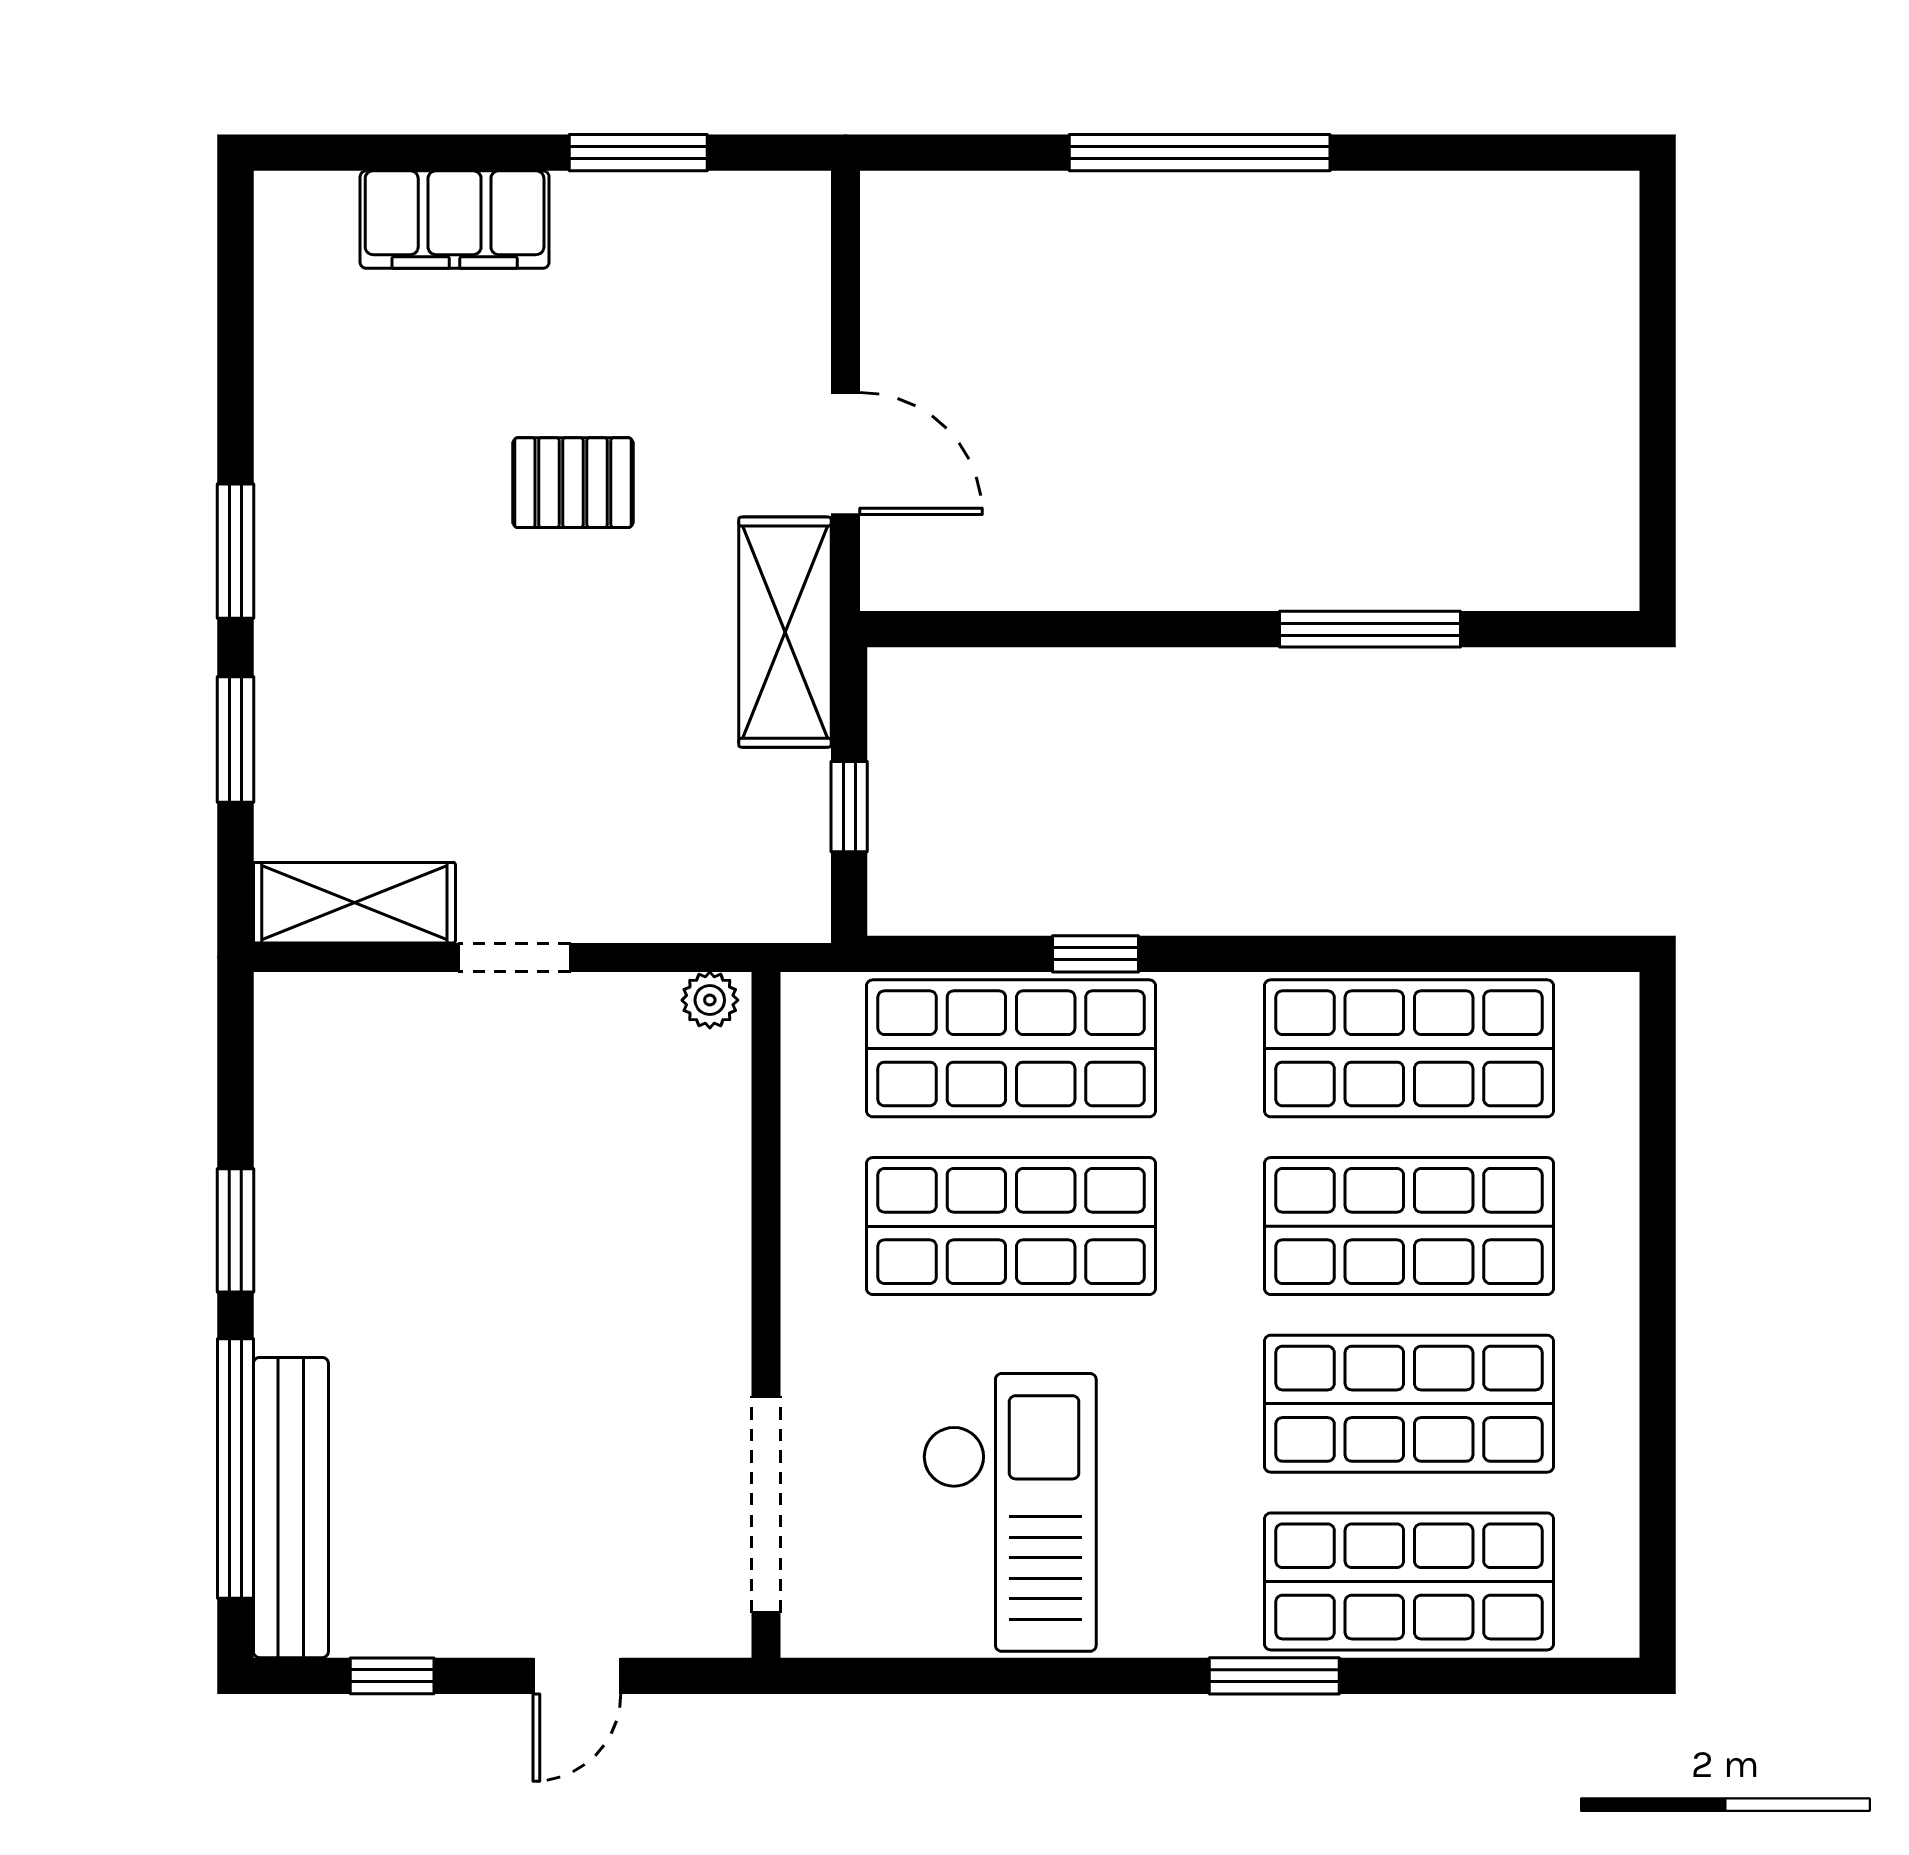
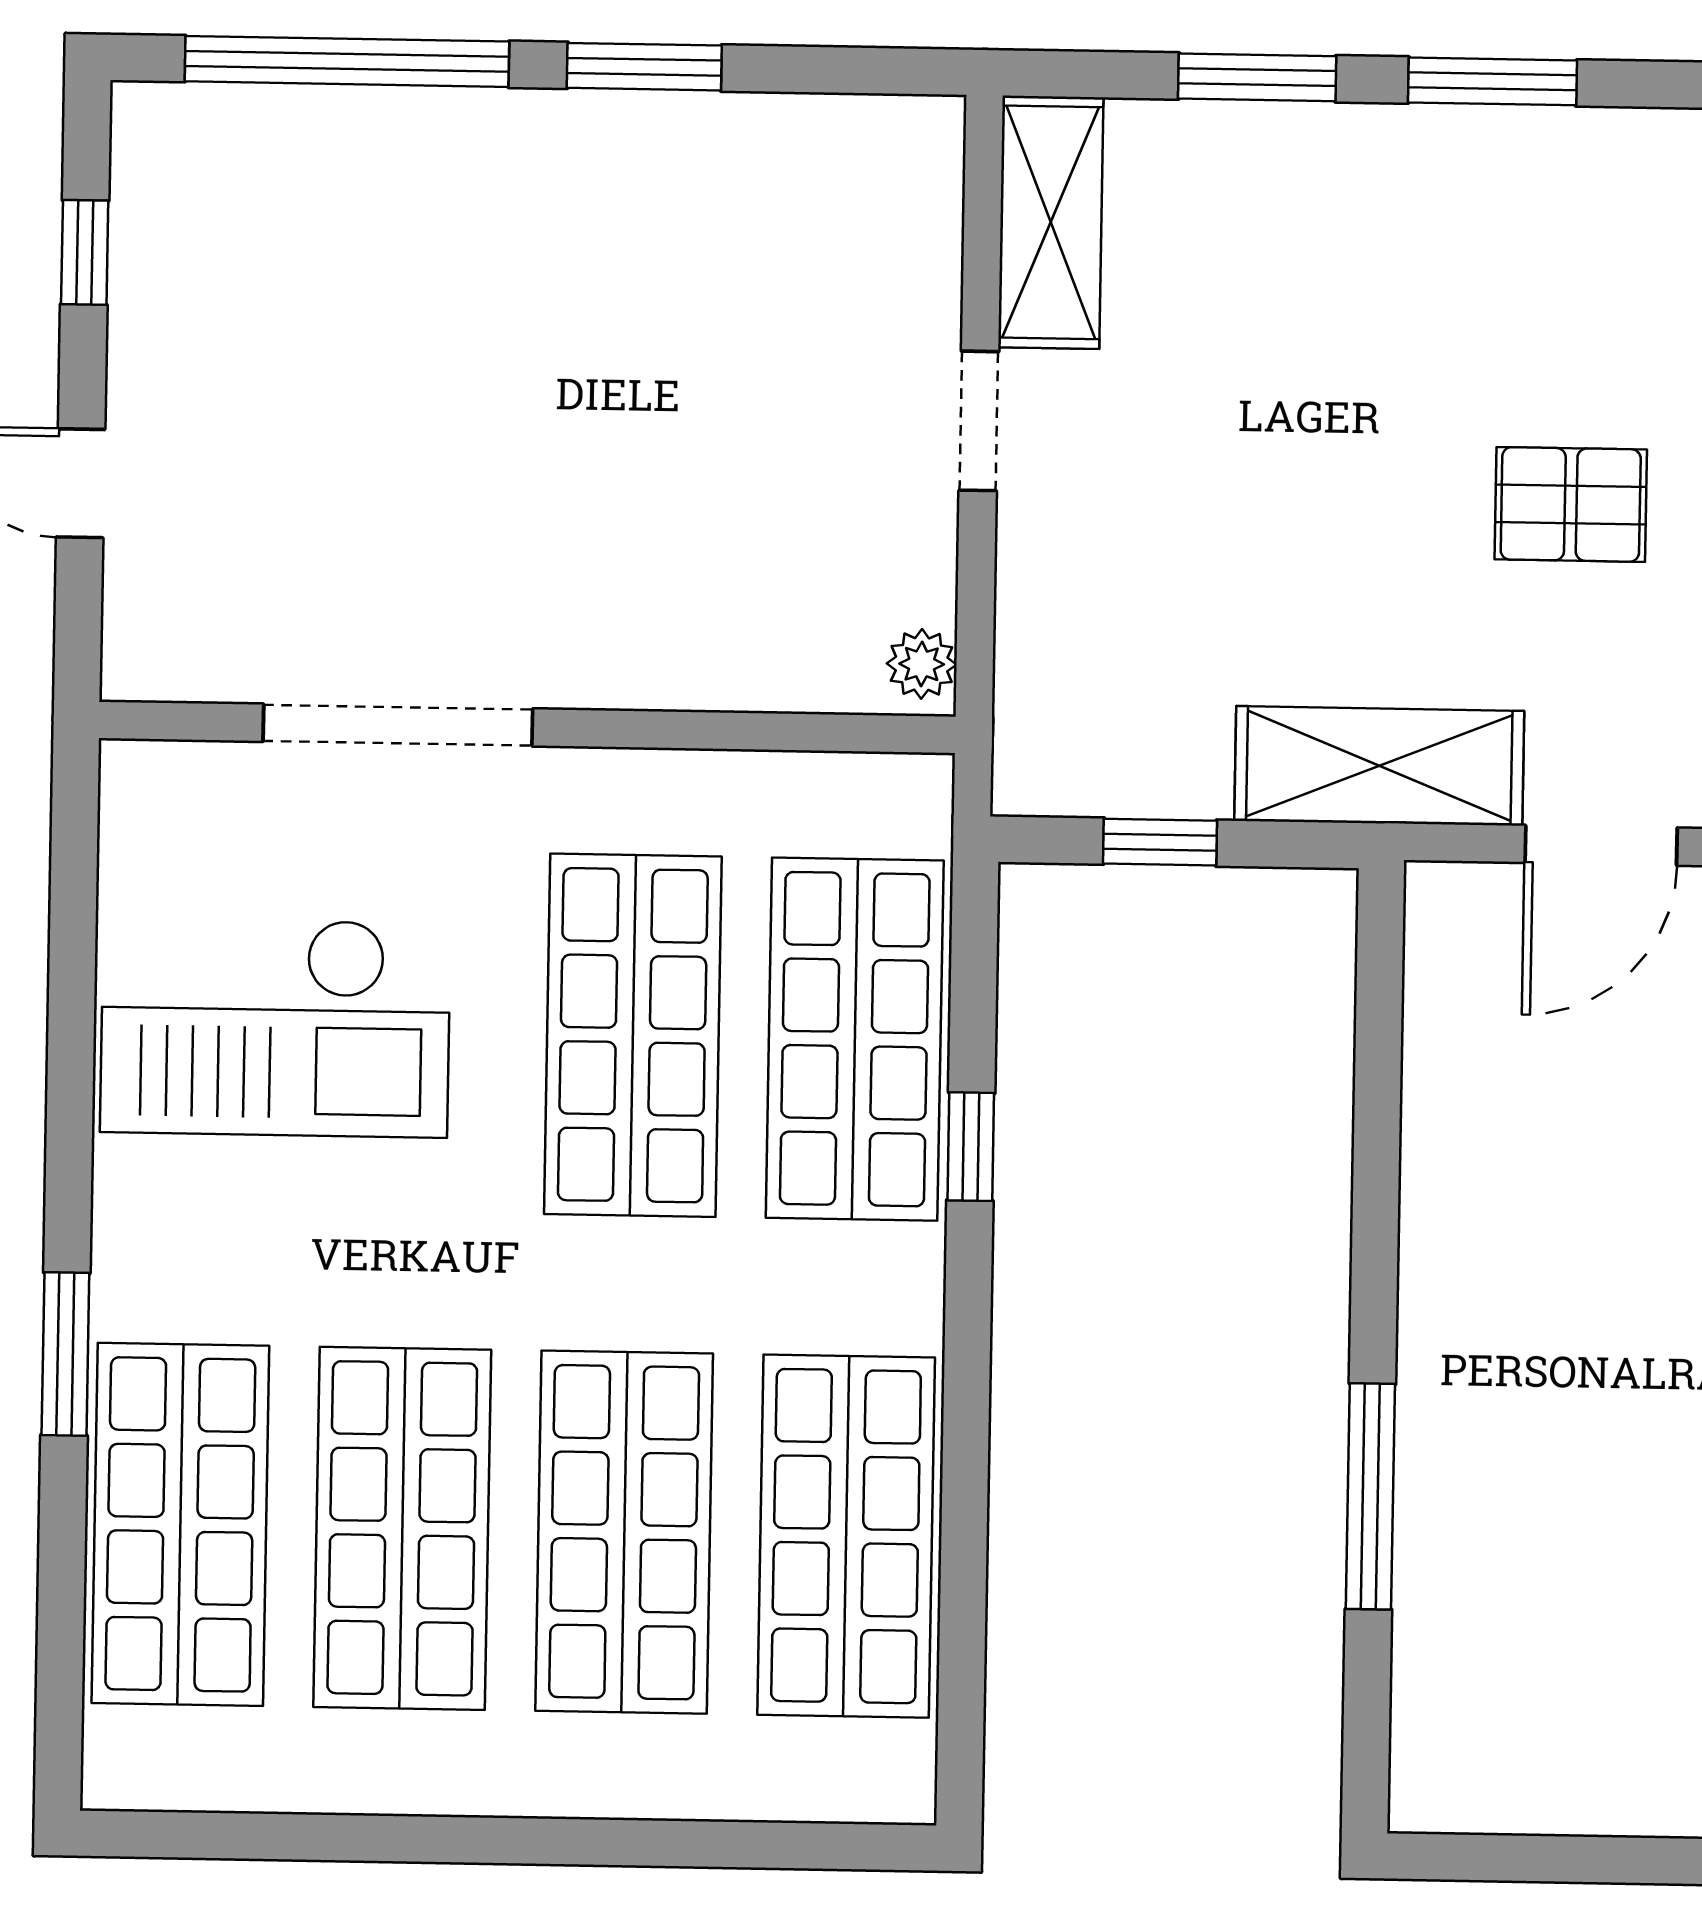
pallet: (573, 483) -> (1571, 504), turned 90
doorway: (766, 1505) -> (398, 725), moved
bench: (291, 1508) -> (297, 130), removed

